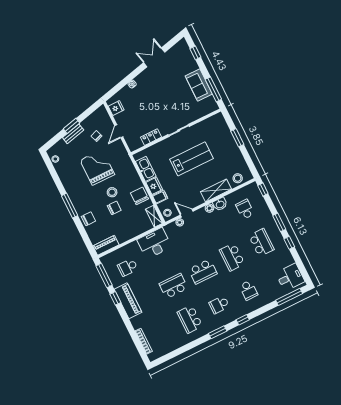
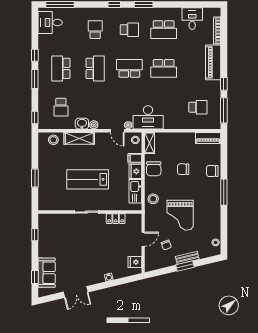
sofa: (199, 85) -> (47, 273), moved
window: (213, 89) -> (35, 235), width x0.46
stool: (112, 192) -> (153, 199), moved
desk: (154, 243) -> (148, 117), moved
piano: (128, 301) -> (213, 62), moved
school desk: (190, 319) -> (164, 30), turned 90
desk: (170, 341) -> (192, 19), added

